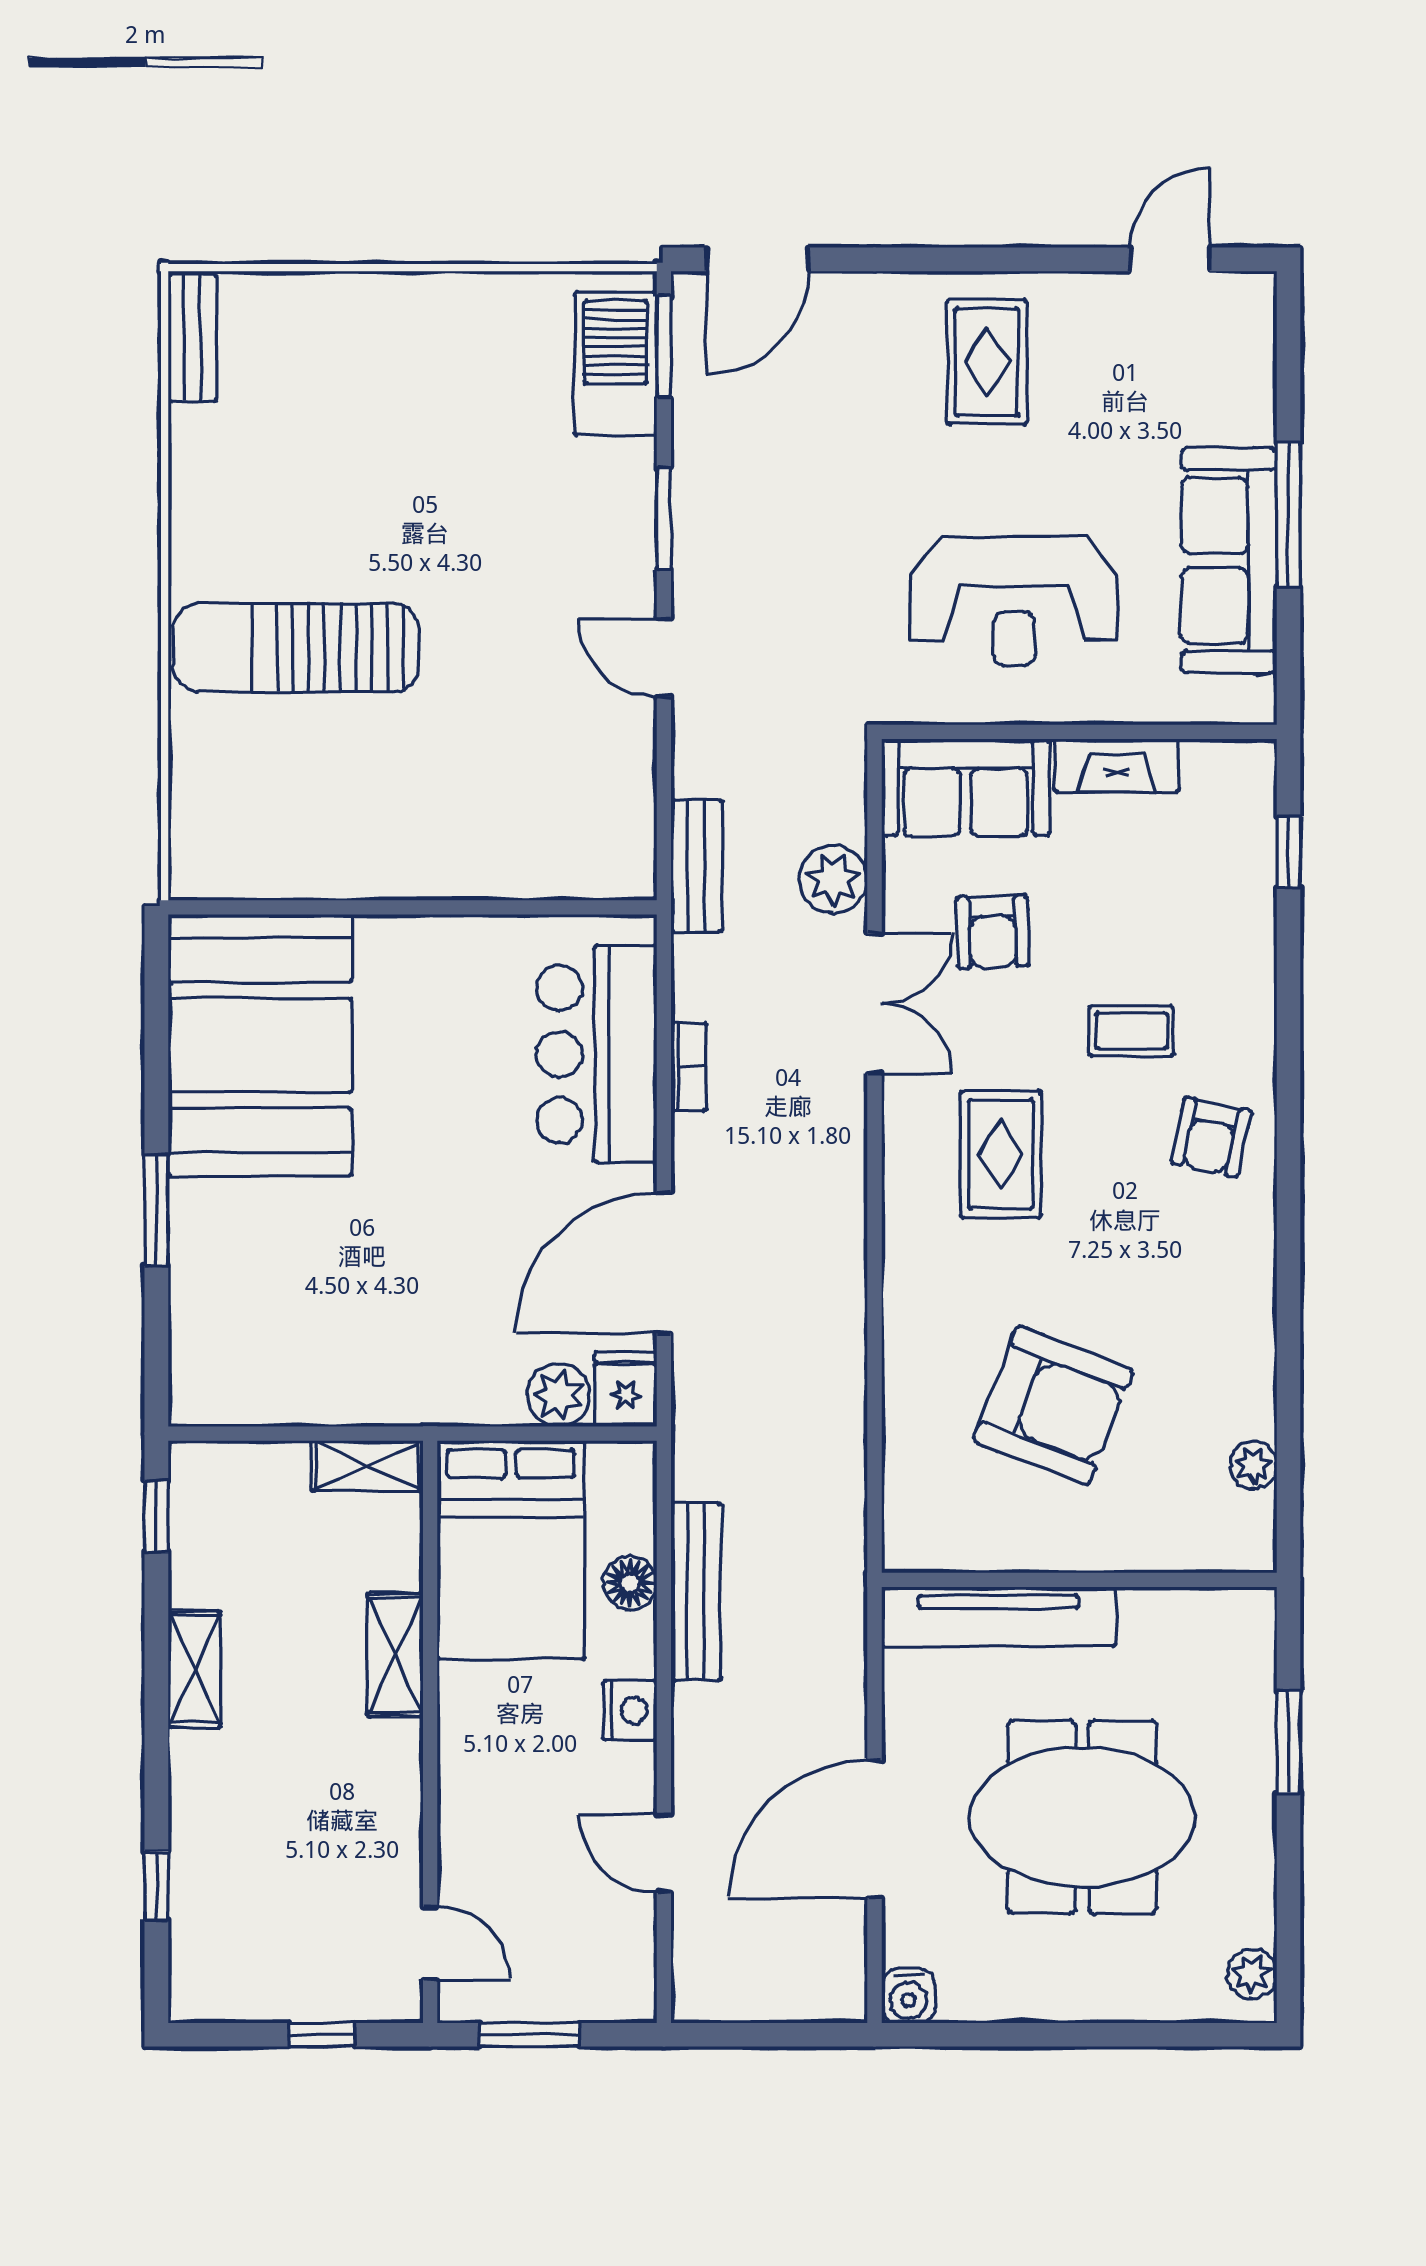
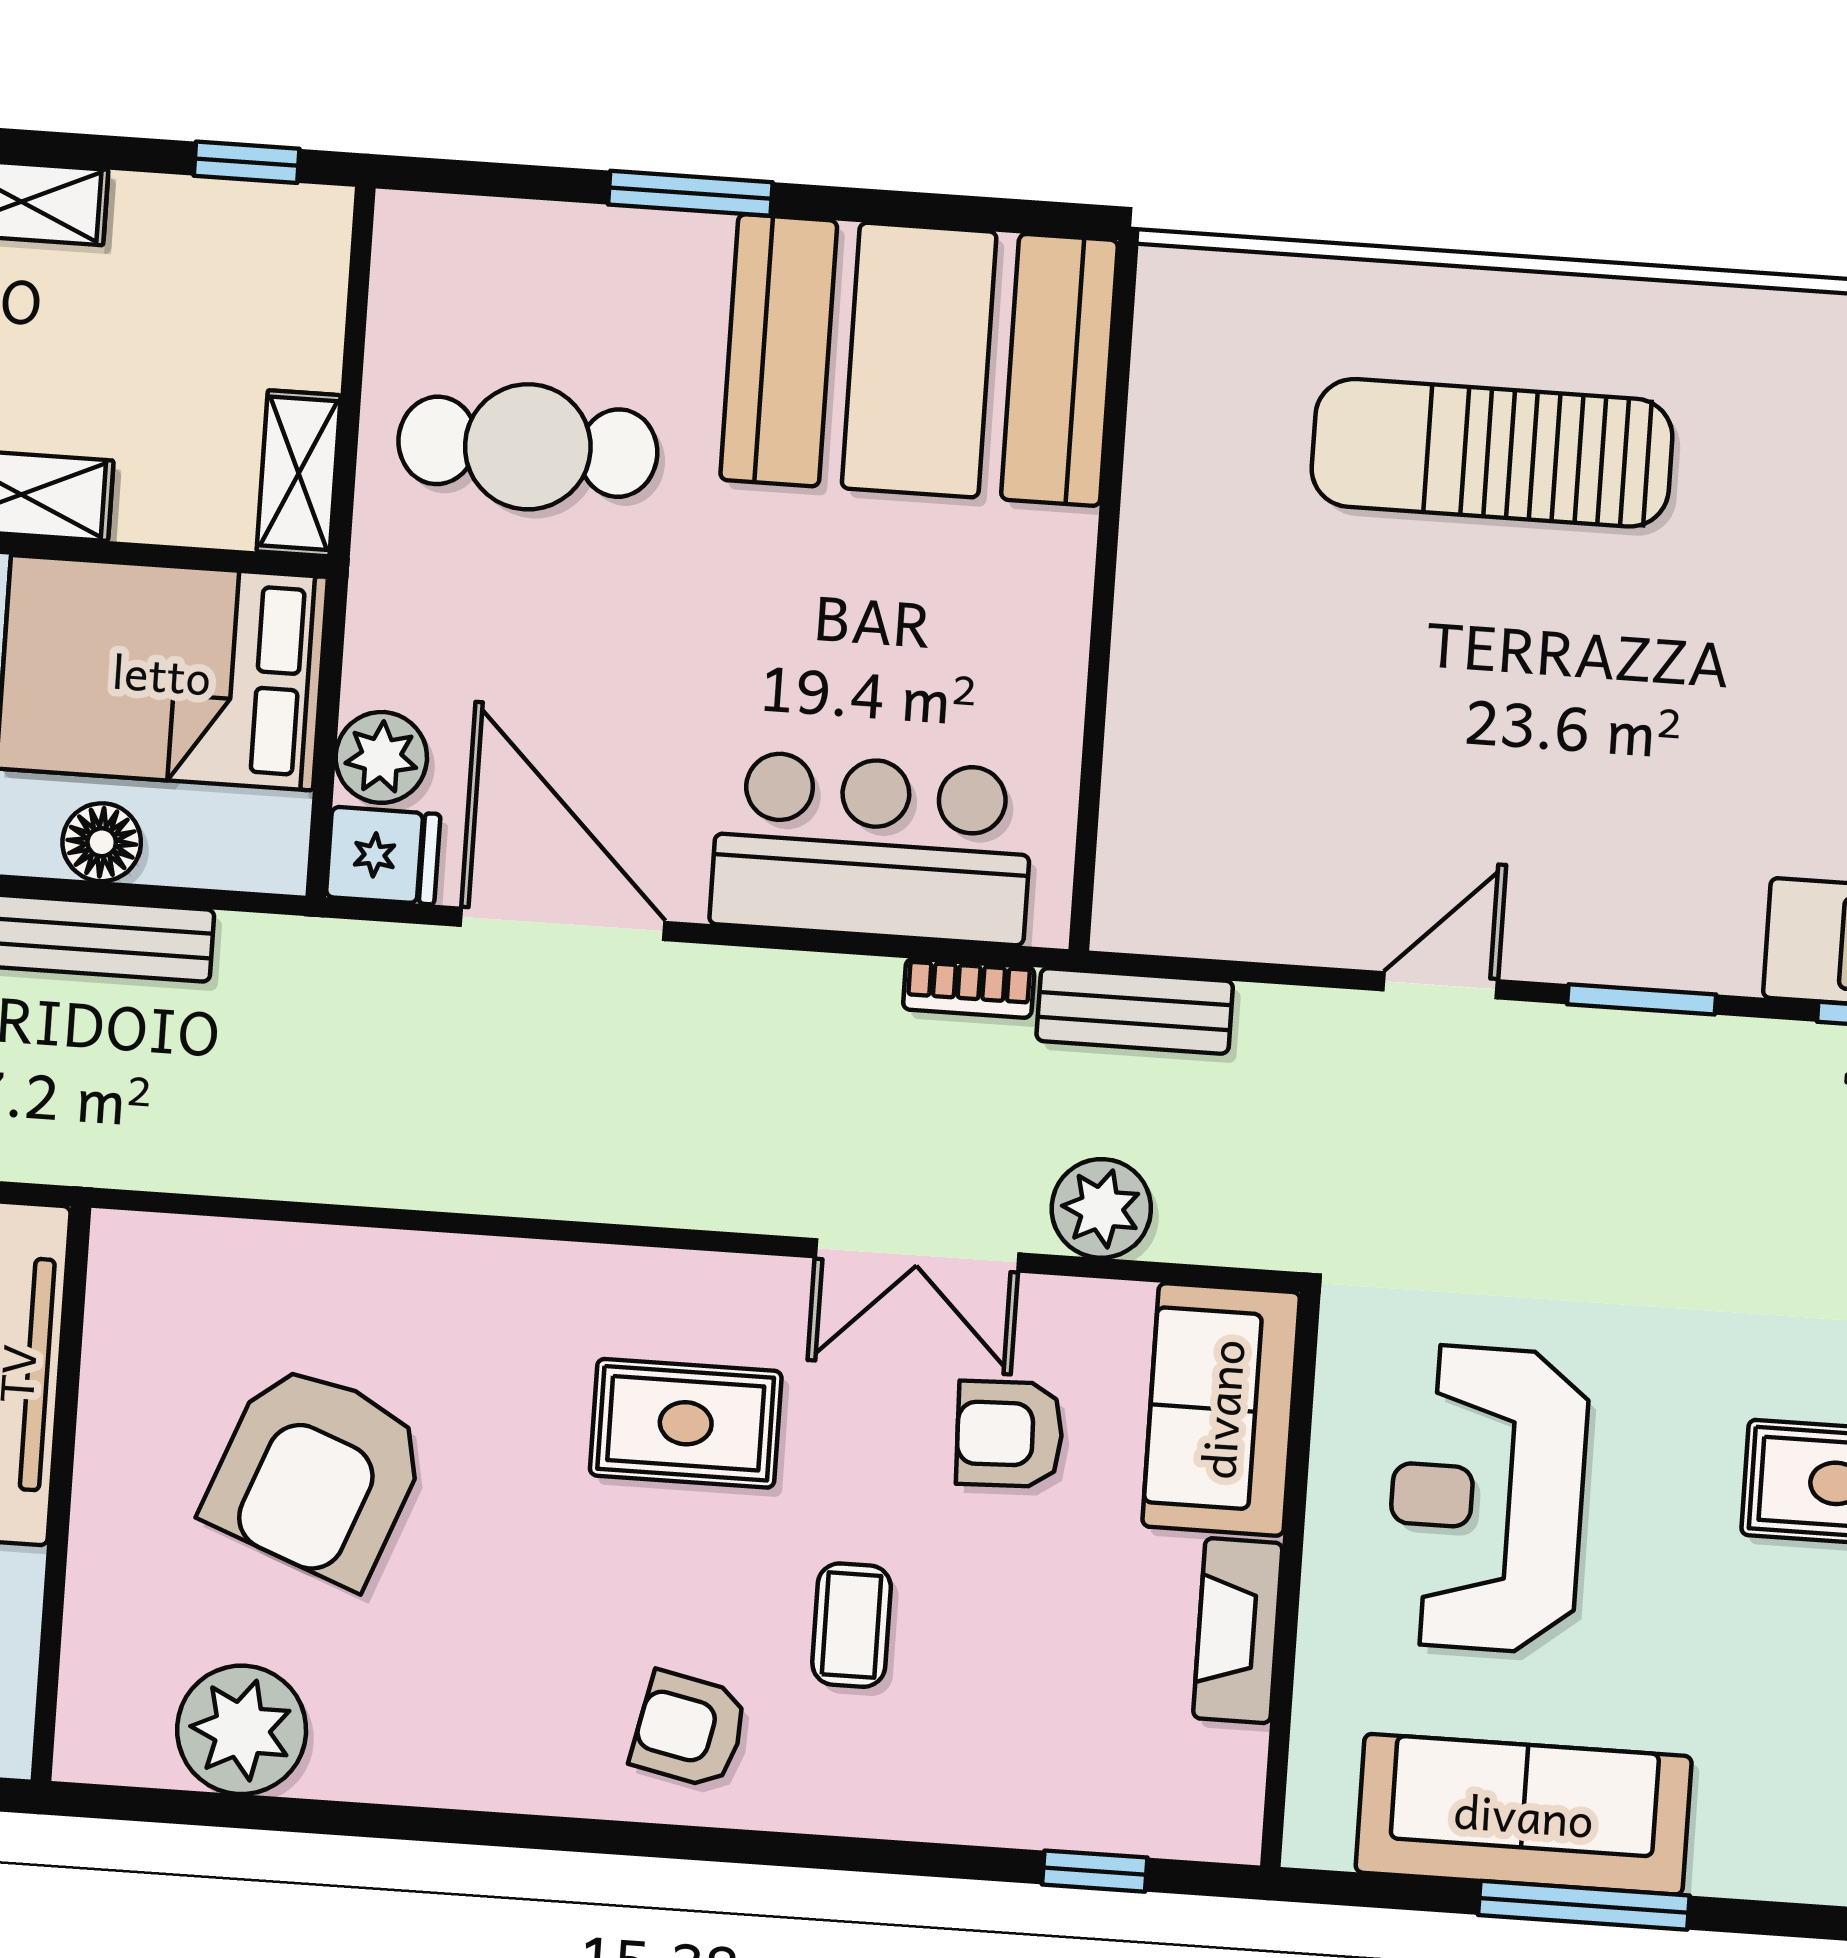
sun lounger: (296, 648) -> (1492, 453), turned -90
bookcase: (689, 1067) -> (969, 988), moved
cafe table: (338, 1310) -> (528, 447), added
plant: (1253, 1465) -> (242, 1730), width x1.88, depth x1.88

